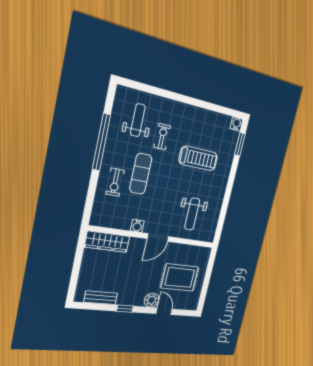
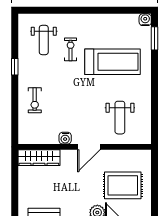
weight bench: (138, 120) -> (44, 40), turned 180
window: (101, 142) -> (15, 67), width x0.32
treadmill: (198, 158) -> (112, 62), width x1.37, depth x1.38
exercise mat: (141, 174) -> (57, 88), removed

